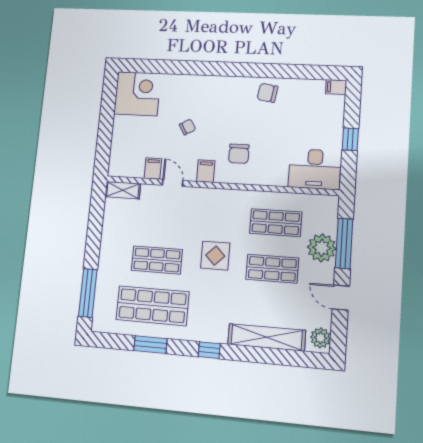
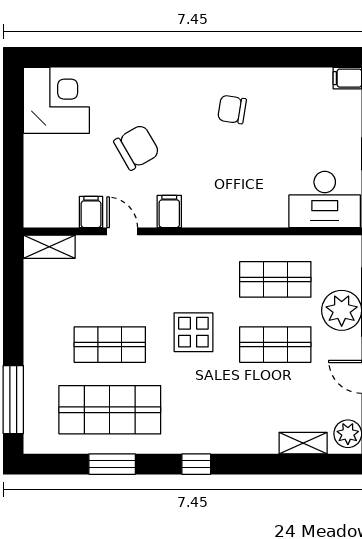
chair: (267, 93) -> (232, 109), moved
chair: (188, 127) -> (137, 147), width x1.87, depth x1.87
chair: (239, 154) -> (215, 183), removed
shelving: (267, 337) -> (303, 443), width x0.45, depth x0.75

